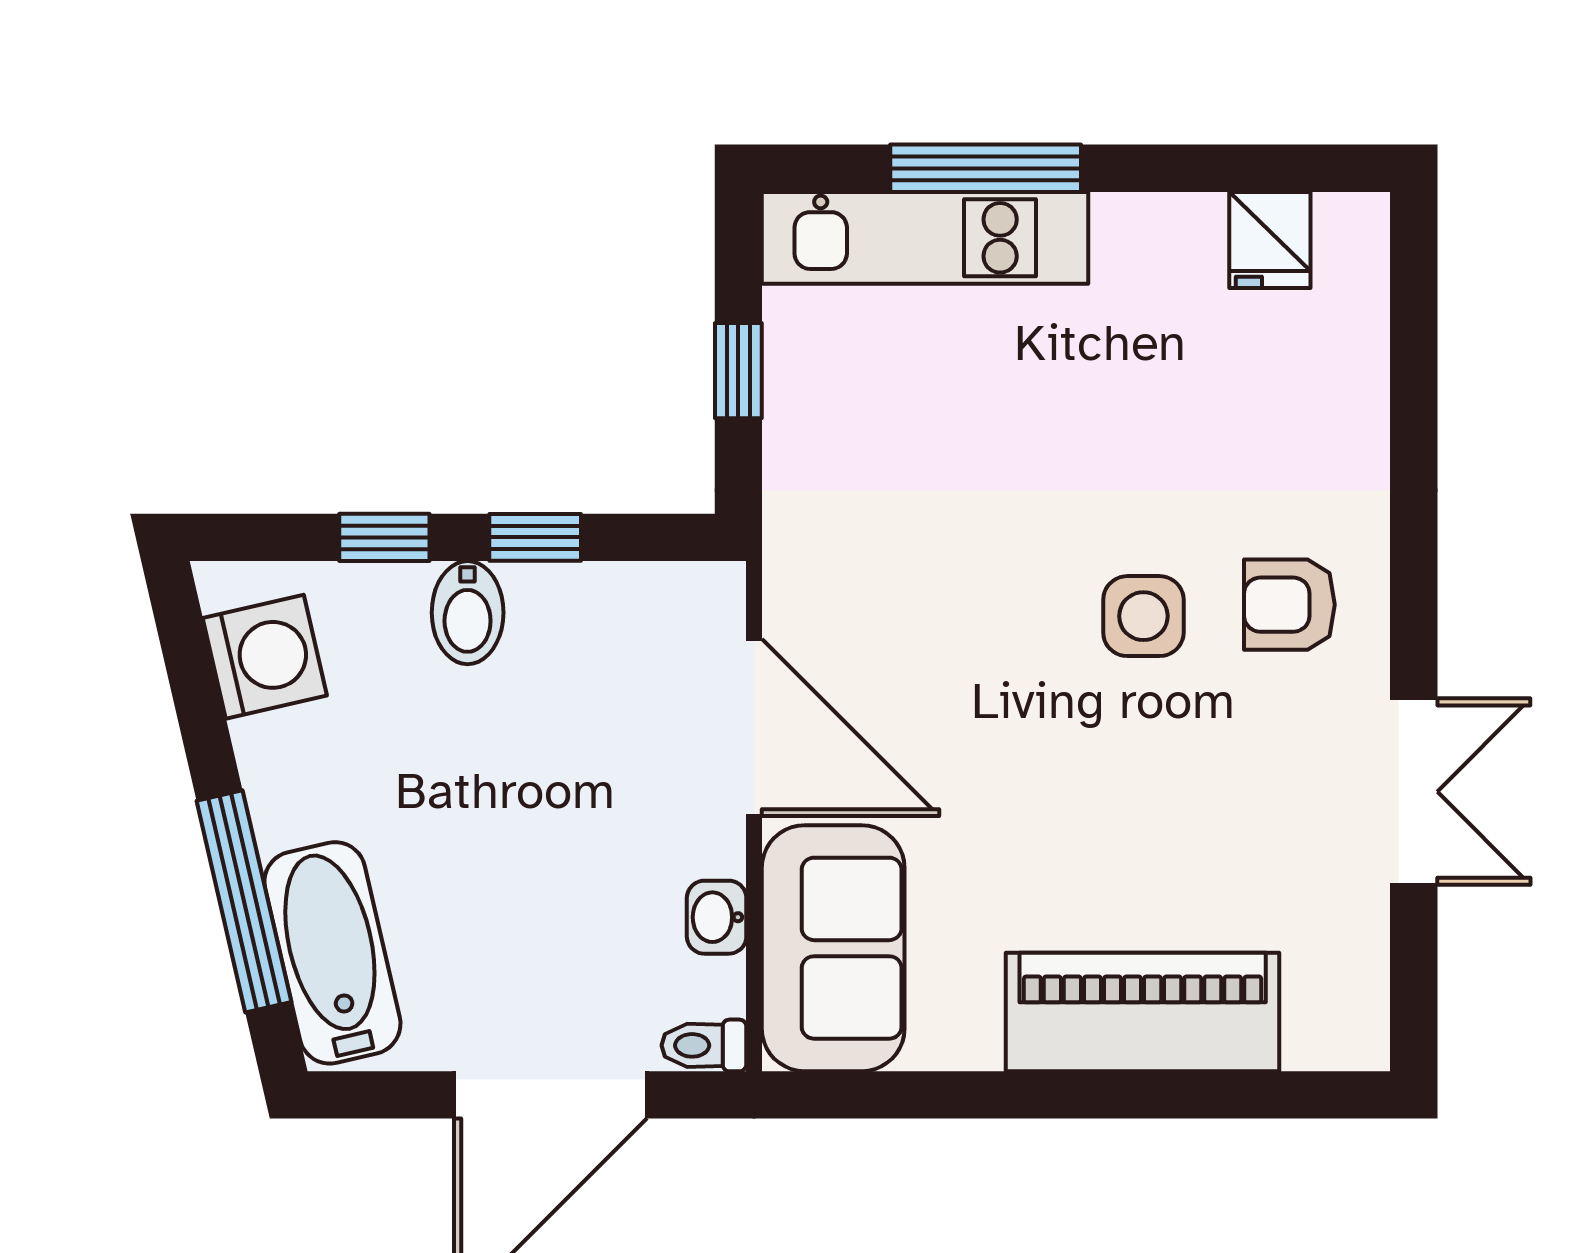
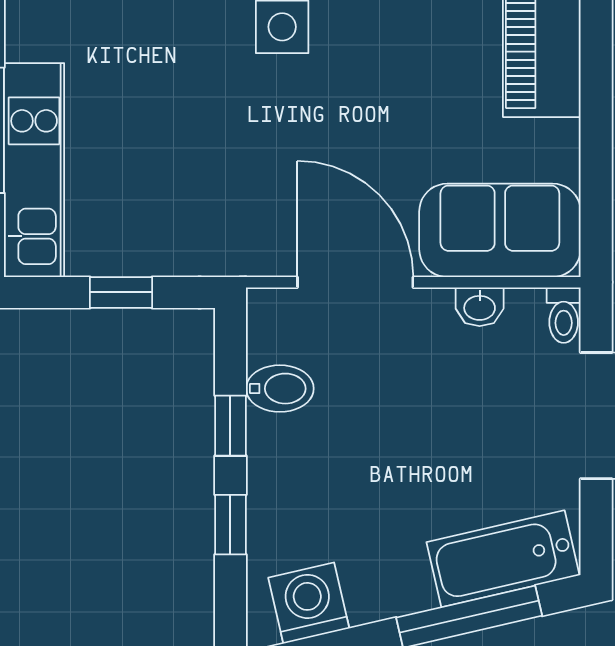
bidet: (468, 613) -> (280, 389), moved
door: (754, 728) -> (355, 282), hinge flipped

